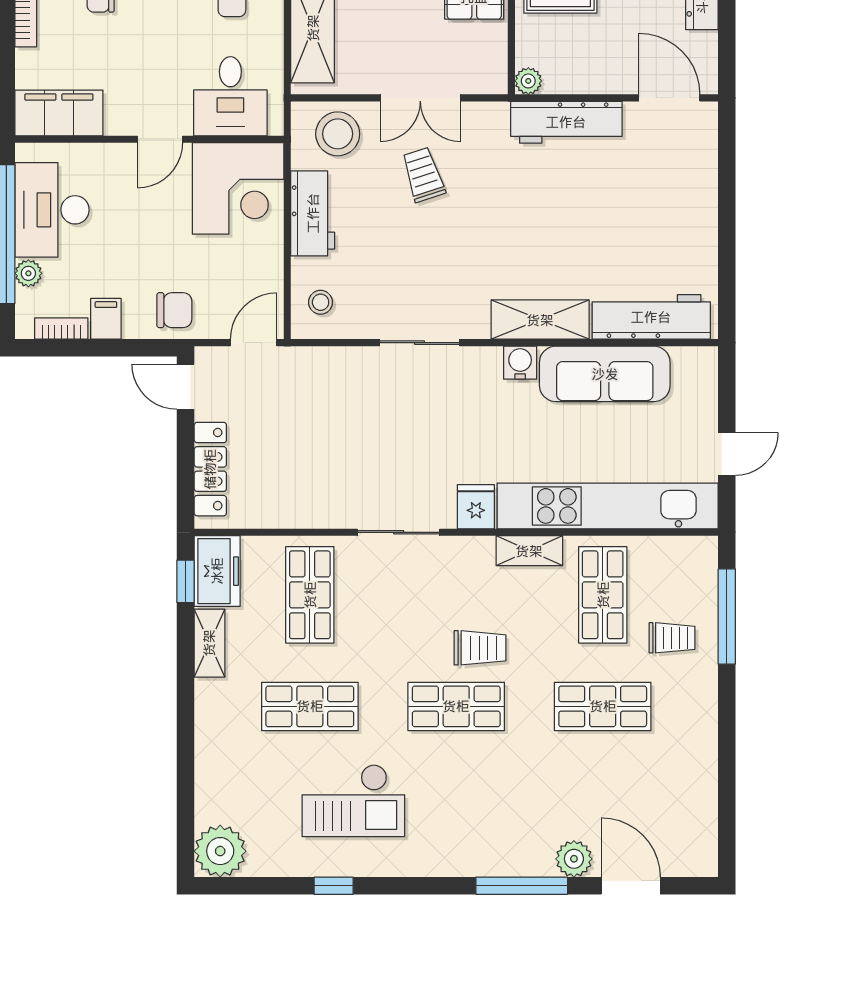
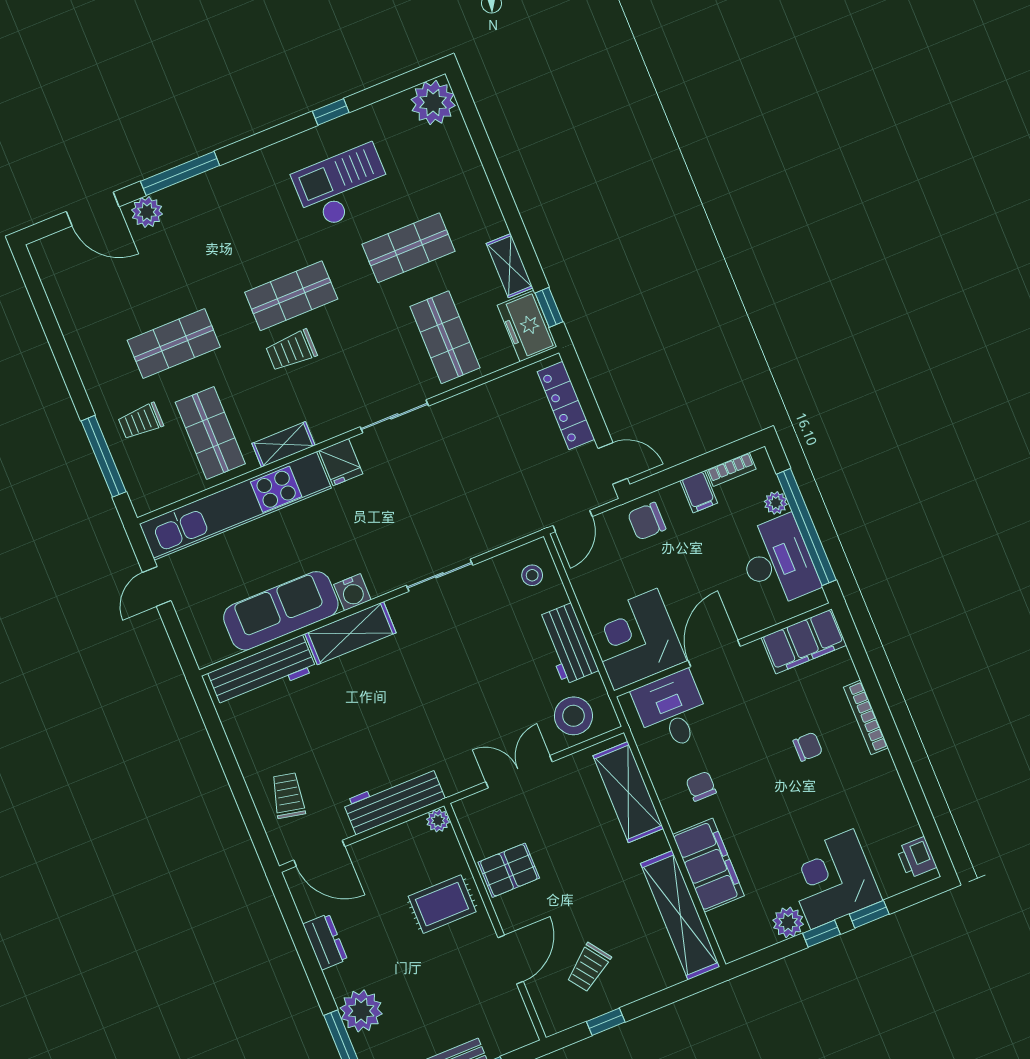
door: (160, 139) -> (714, 653), width x1.38
trolley: (423, 175) -> (288, 796), moved, turned -150

